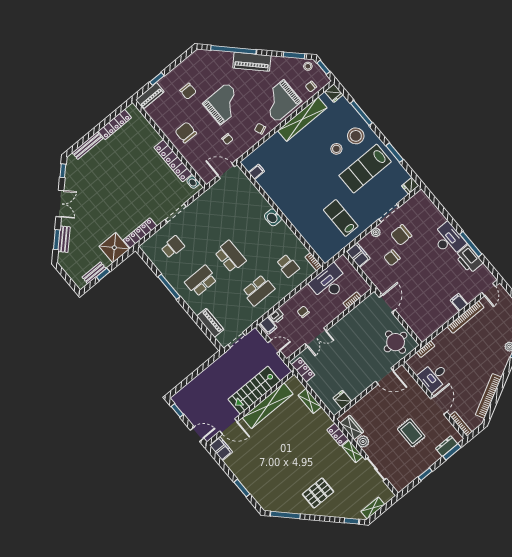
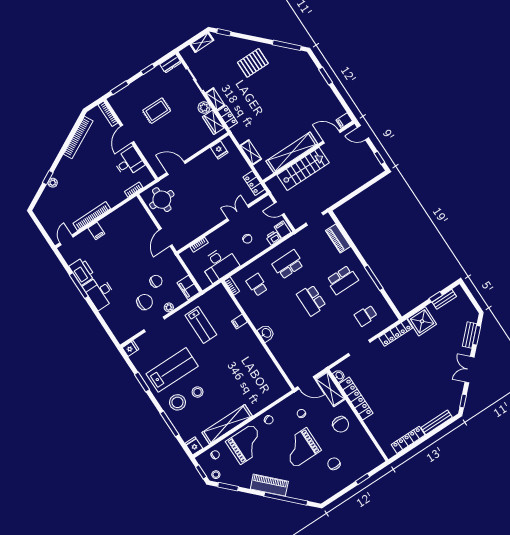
piano: (150, 96) -> (371, 463), removed
shelving: (201, 167) -> (330, 389), added
filing cabinet: (256, 172) -> (239, 322), moved
rug: (411, 433) -> (157, 111), turned 90
dresser: (447, 446) -> (171, 63), moved
filing cabinet: (221, 449) -> (344, 121), width x0.50

